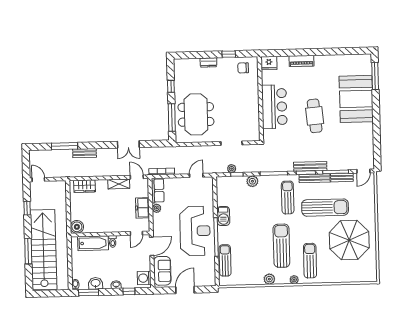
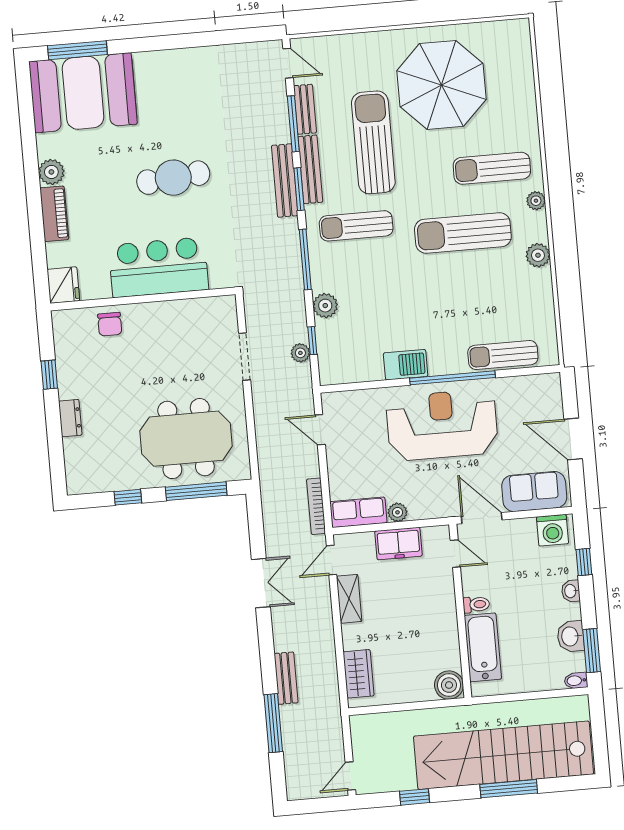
plant: (321, 61) -> (51, 172), added
chair: (243, 68) -> (110, 324), moved
booth: (356, 99) -> (83, 93), moved

